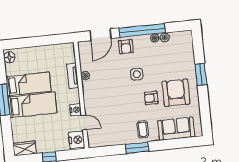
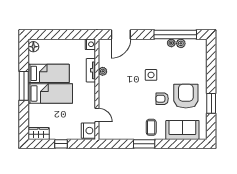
window: (142, 30) -> (175, 35), moved
armchair: (126, 47) -> (143, 48), removed
window: (201, 74) -> (211, 103), moved
nightstand: (76, 110) -> (90, 44), moved

